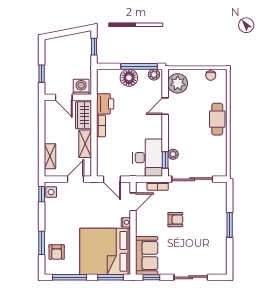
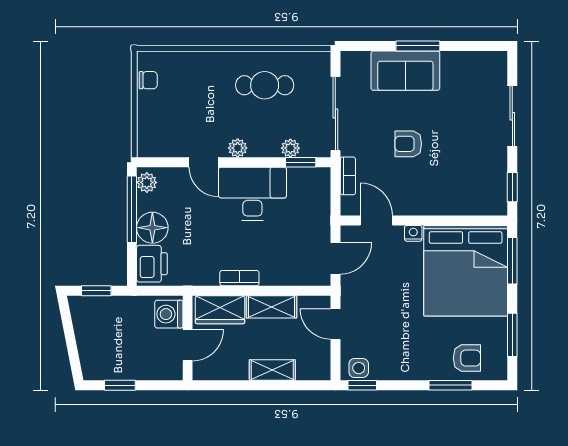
window: (42, 74) -> (120, 385), moved
plant: (178, 83) -> (238, 148), moved, width x0.53, depth x0.53
printer: (105, 104) -> (152, 264), moved, turned 90
cafe table: (217, 119) -> (265, 85), moved
shelving: (50, 156) -> (272, 370), moved
desk: (148, 158) -> (252, 194), moved
armchair: (175, 220) -> (408, 144), turned -90
sofa: (147, 255) -> (405, 71), moved, turned 180
window: (69, 277) -> (512, 335), width x0.69

